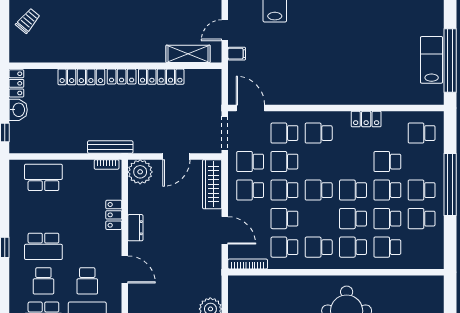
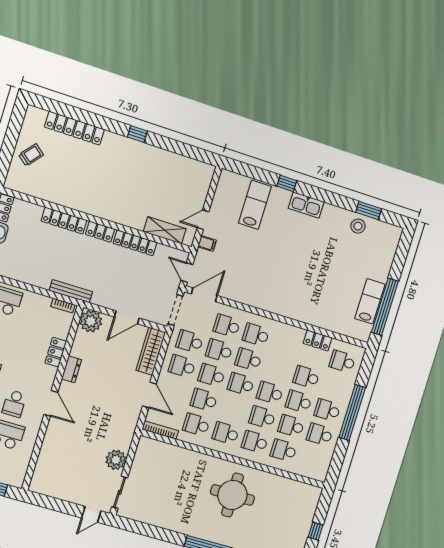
door: (225, 90) -> (187, 272), added
door: (250, 108) -> (204, 295), hinge flipped
locker: (366, 119) -> (318, 341), moved
school desk: (319, 162) -> (248, 359), added

